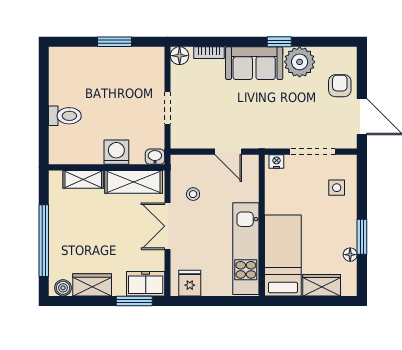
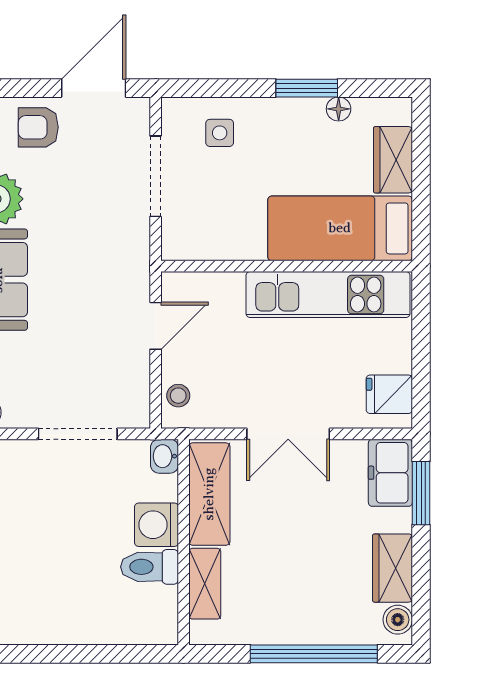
doorway: (168, 108) -> (78, 434), width x1.38
toilet: (65, 116) -> (149, 567), moved, turned -90
nightstand: (276, 161) -> (173, 240), removed
stool: (193, 194) -> (178, 396), moved

